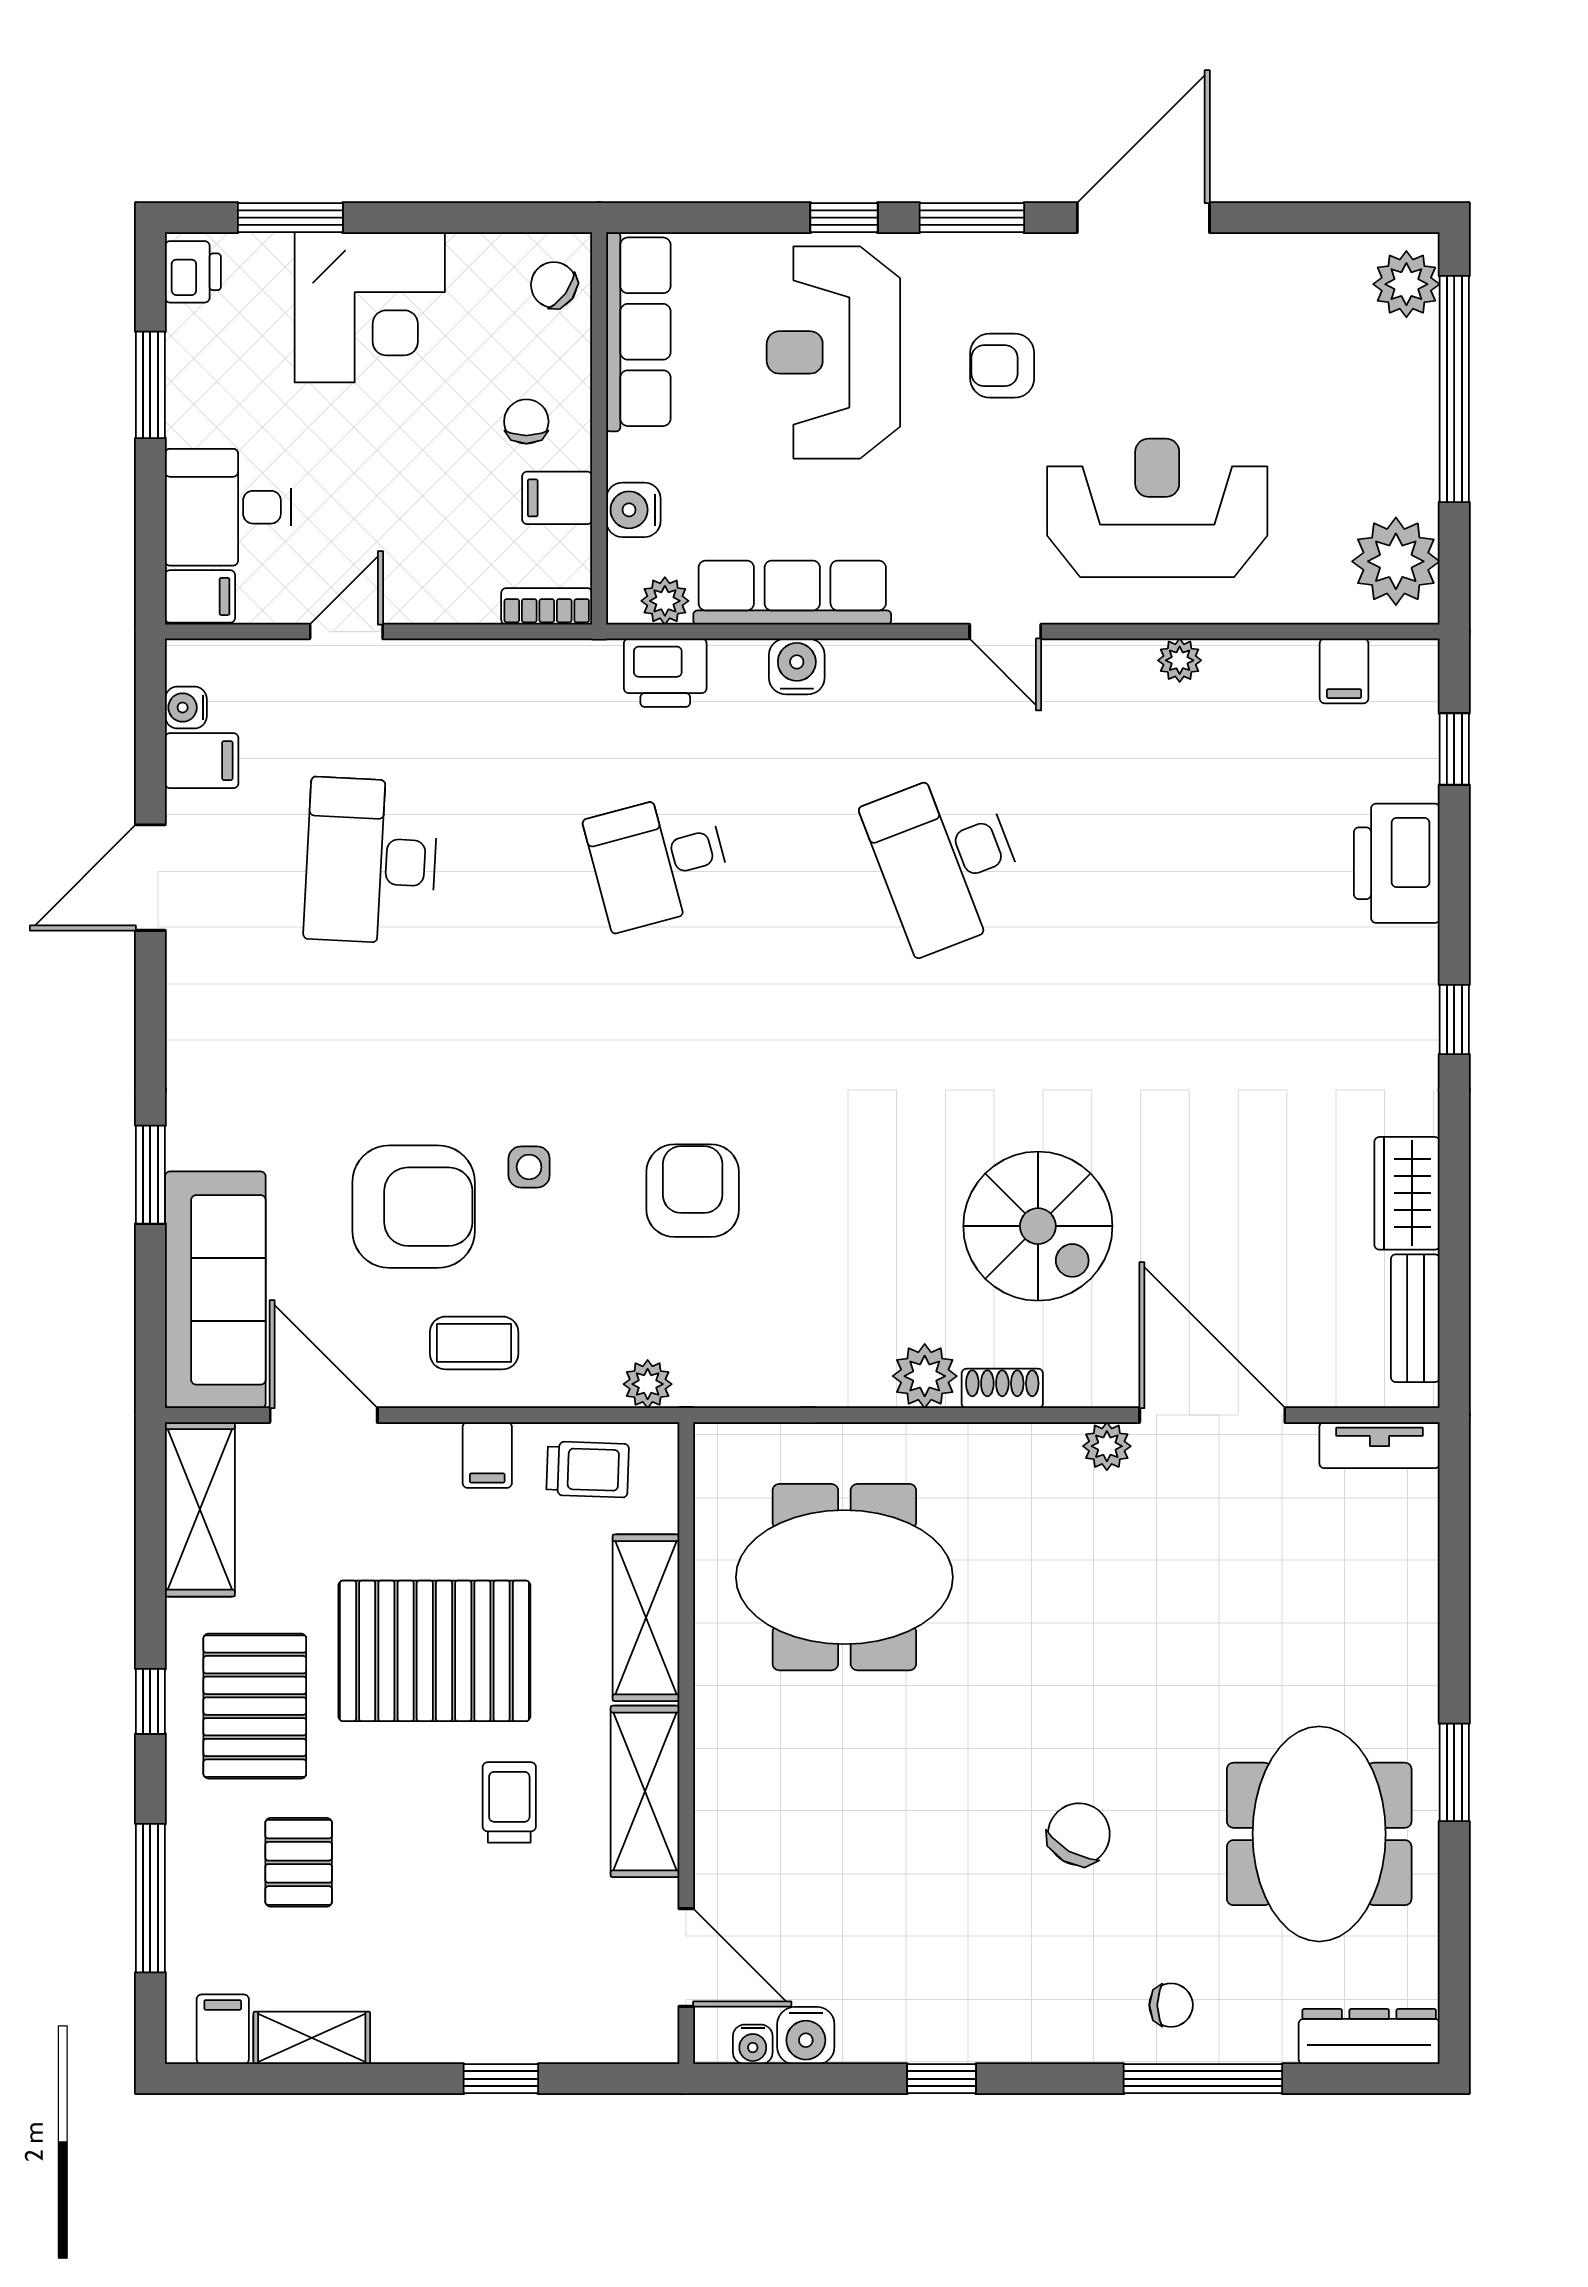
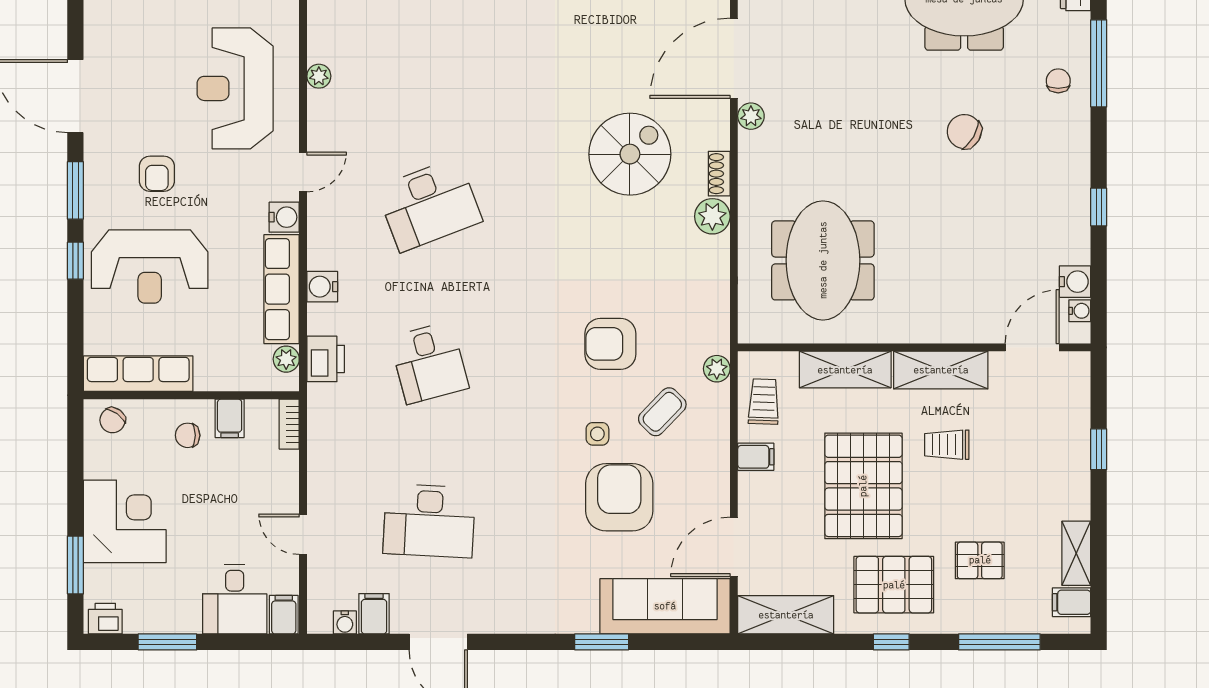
water cooler: (633, 510) -> (284, 217), moved, turned -90
coffee table: (474, 1343) -> (662, 412), moved, turned 44

